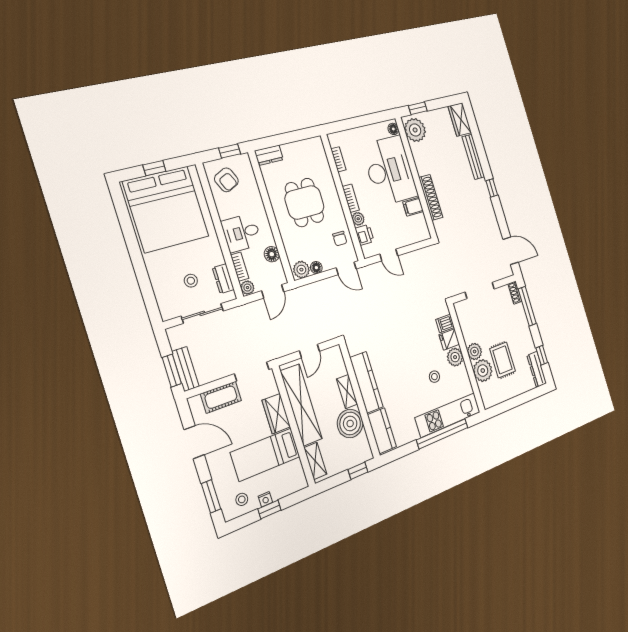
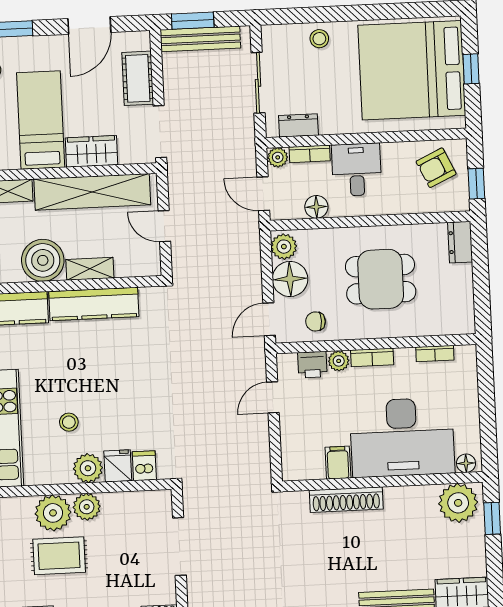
floor lamp: (316, 268) -> (290, 279), width x1.89, depth x1.89
stool: (191, 281) -> (319, 39), moved
bench: (185, 369) -> (200, 39), width x1.36

